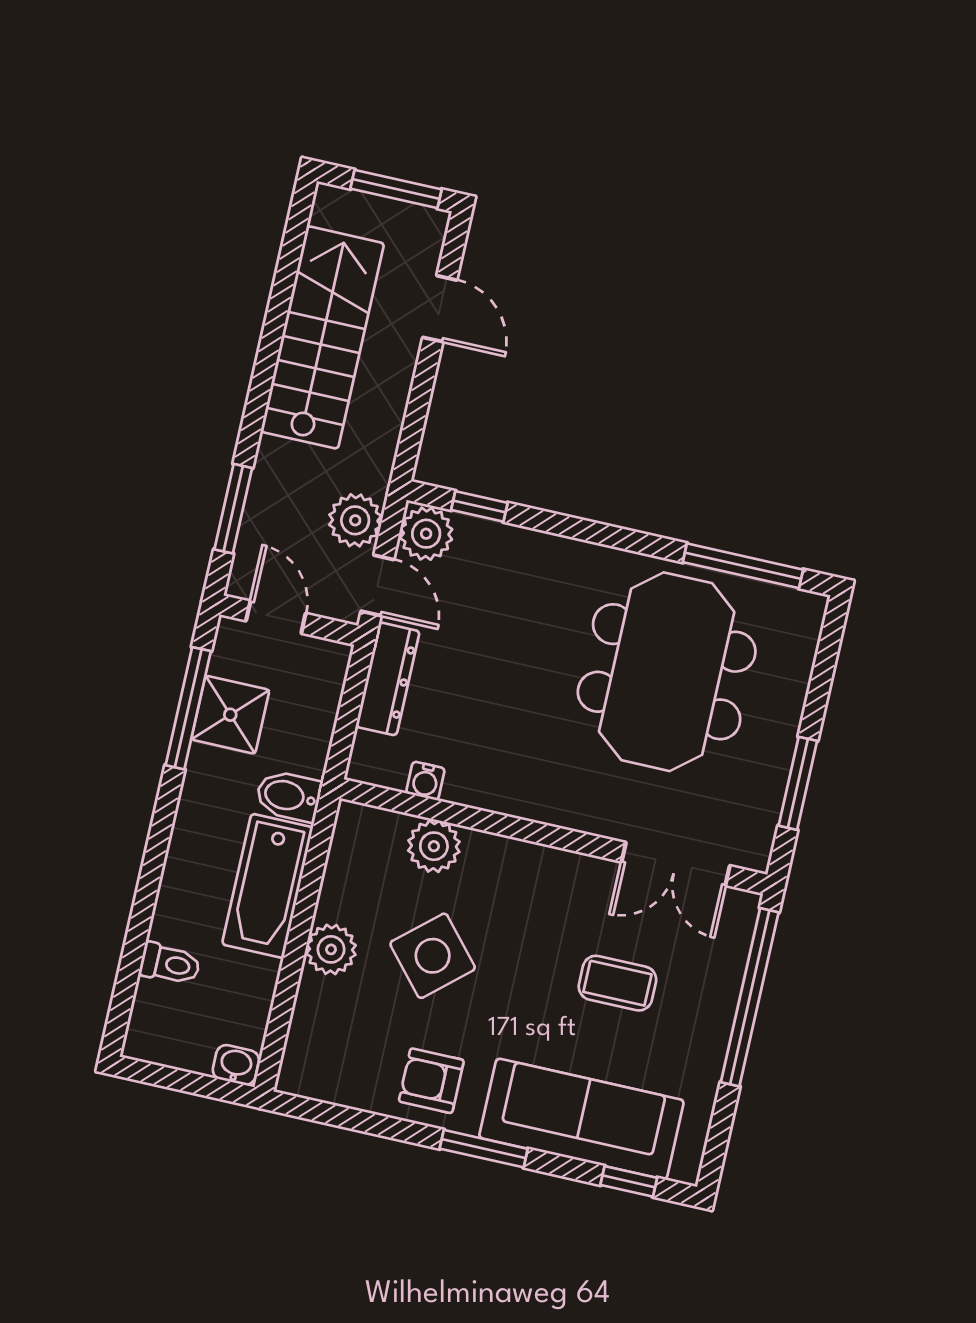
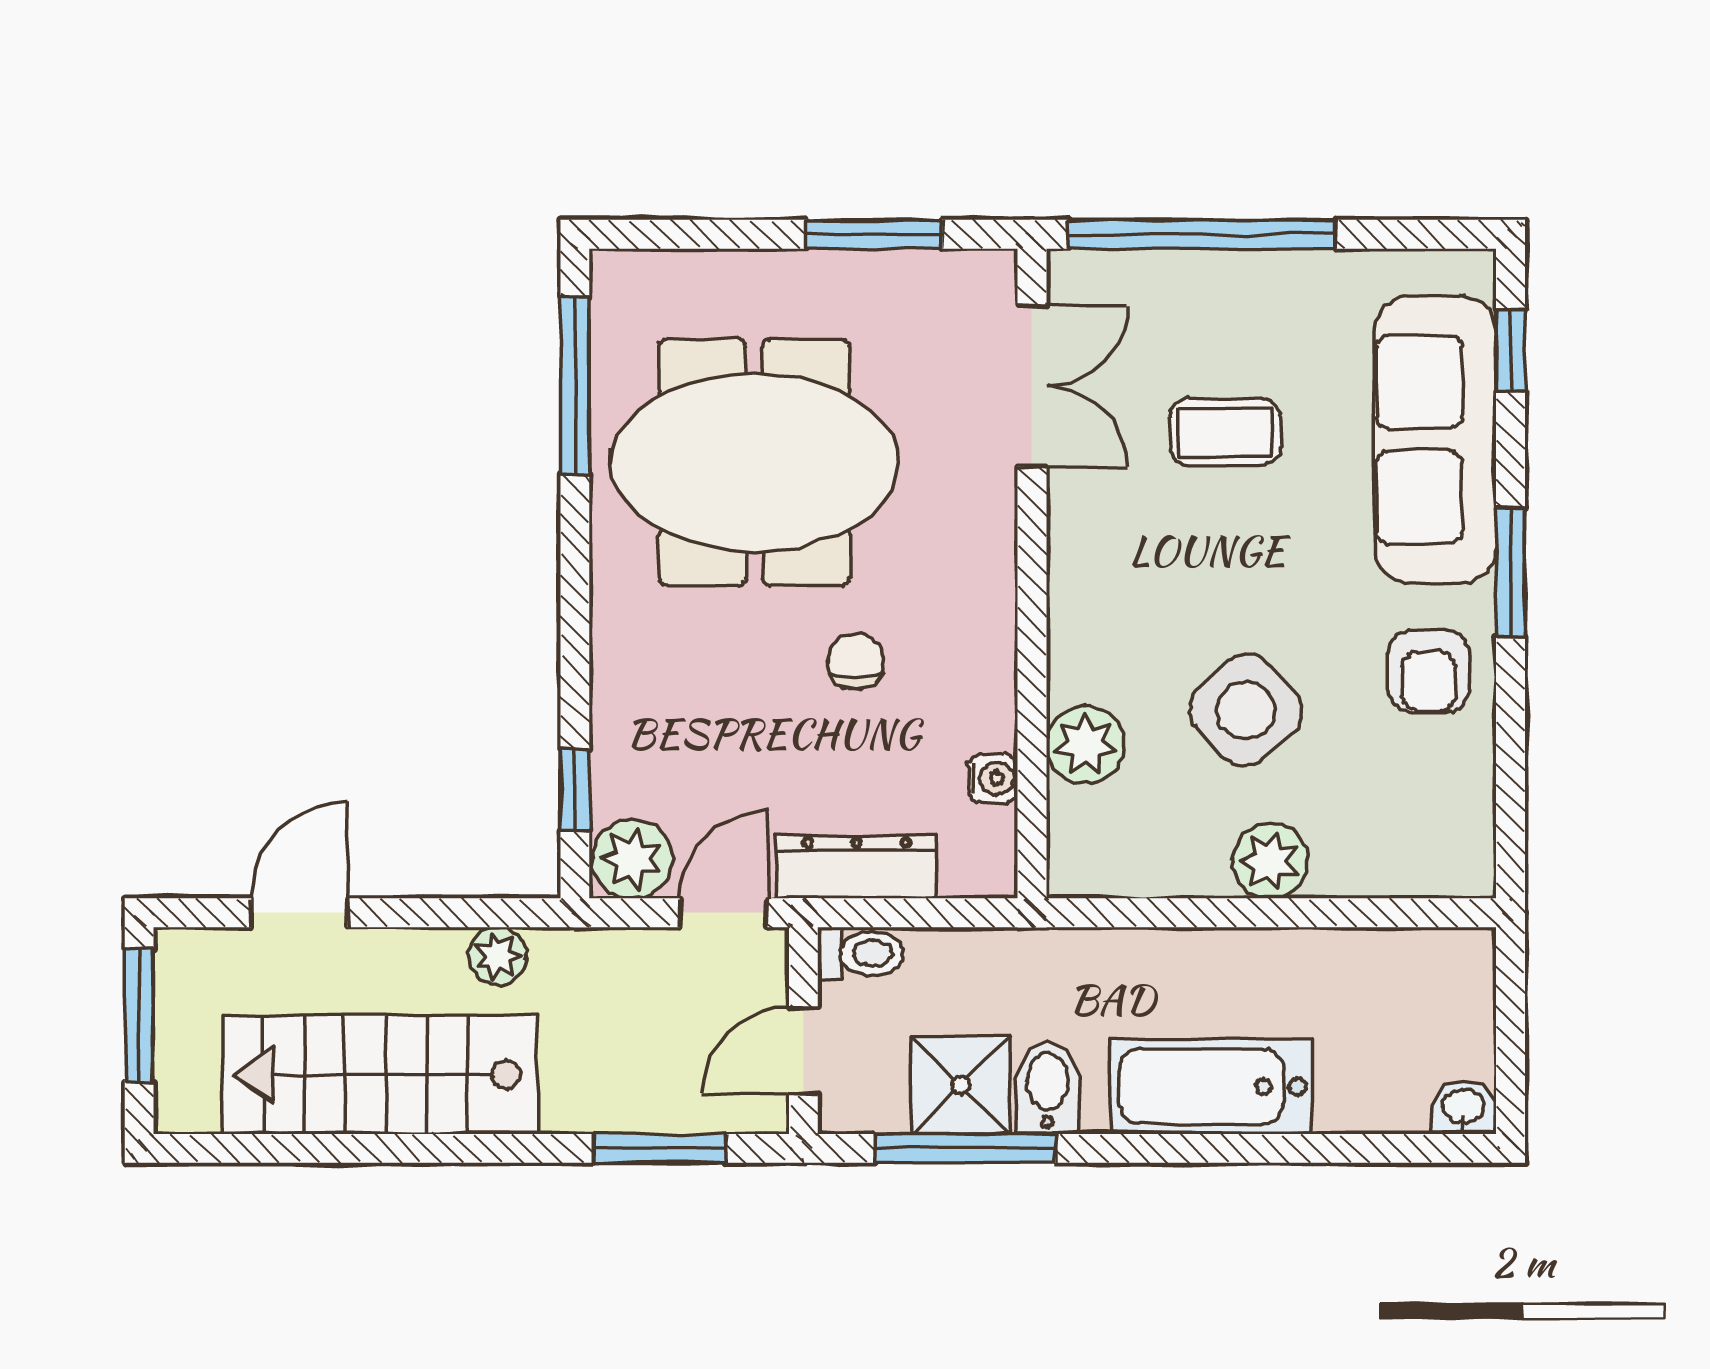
plant: (355, 520) -> (497, 956), moved, width x0.73, depth x0.73
chair: (522, 709) -> (856, 661), added
bidet: (289, 796) -> (1047, 1088), moved, turned 180
bathtub: (267, 886) -> (1211, 1087), moved, turned 180
toilet: (170, 964) -> (861, 953), moved, turned 90
coffee table: (617, 983) -> (1225, 432), turned 90
washbasin: (236, 1065) -> (1464, 1108), moved, turned 90

